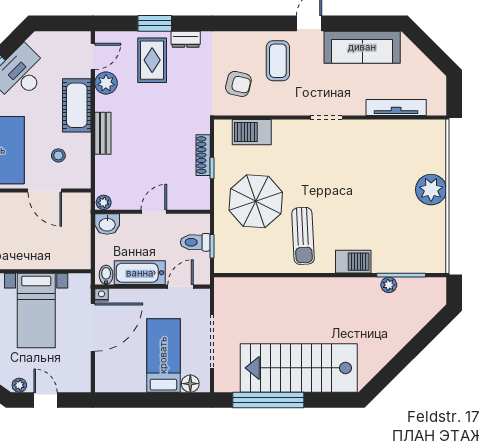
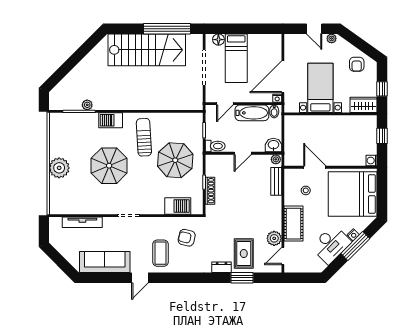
bench: (103, 133) -> (276, 181), moved
parasol: (356, 193) -> (109, 166), added
toilet: (195, 242) -> (215, 146), moved

